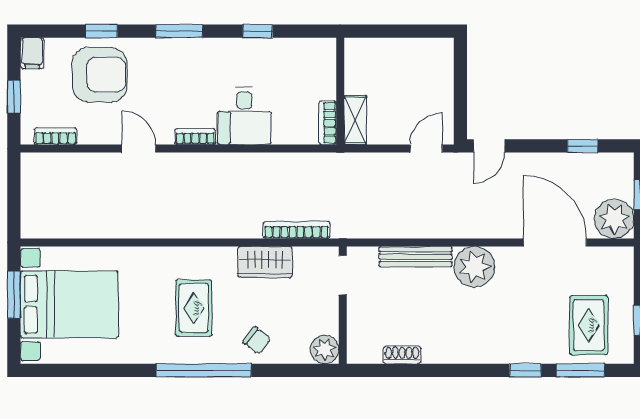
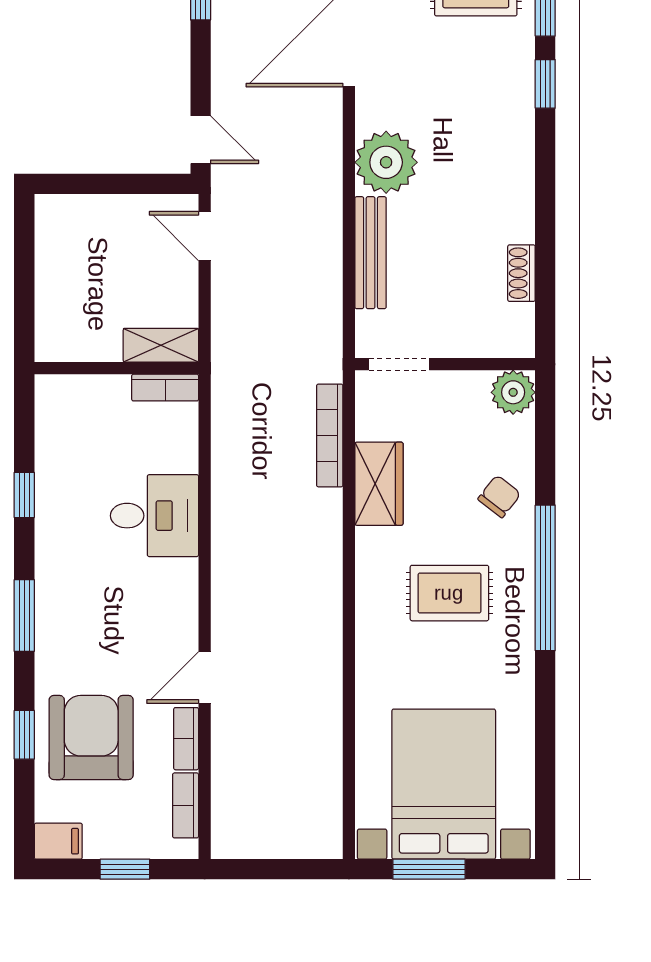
bookcase: (195, 137) -> (186, 739), moved

